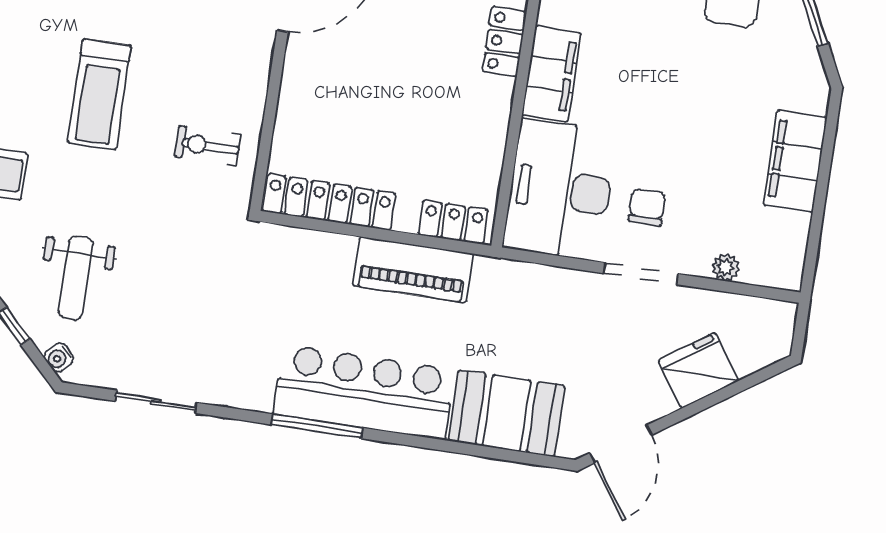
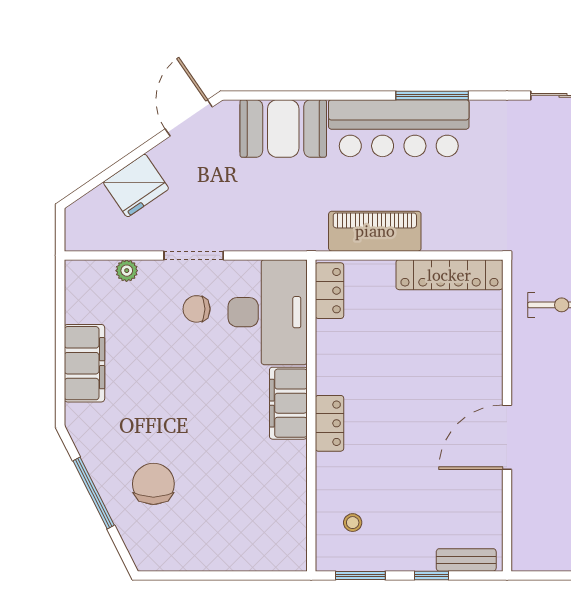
chair: (647, 207) -> (197, 309), turned 90
locker: (453, 222) -> (329, 291), moved, turned -90

